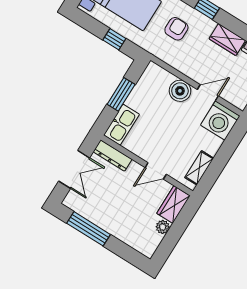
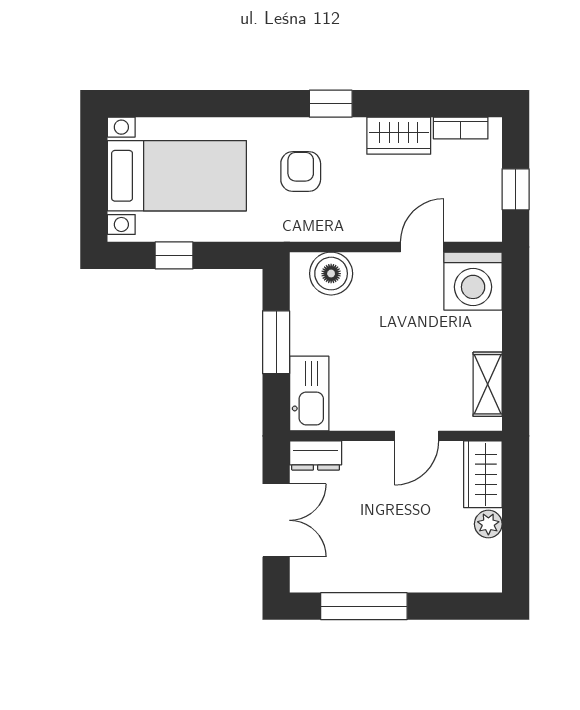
window: (114, 39) -> (174, 255), moved
boiler: (180, 91) -> (331, 274), moved
dresser: (113, 156) -> (316, 456), width x0.70

